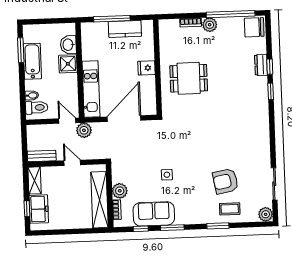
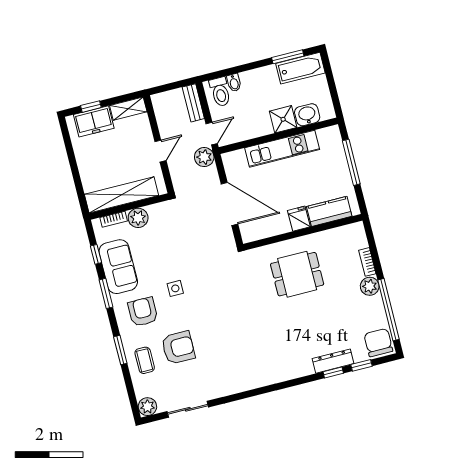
kitchen counter: (125, 29) -> (329, 211), moved, turned 90
bathtub: (32, 61) -> (300, 68), moved
dresser: (261, 65) -> (333, 361), width x1.44
dining table: (189, 78) -> (297, 274), turned 90
kitchen unit: (91, 89) -> (282, 149), moved
window: (271, 91) -> (361, 365), moved
bench: (42, 156) -> (193, 103), moved
side table: (167, 175) -> (175, 288), moved
armchair: (225, 181) -> (178, 348), turned 100
armchair: (192, 202) -> (143, 312), added

